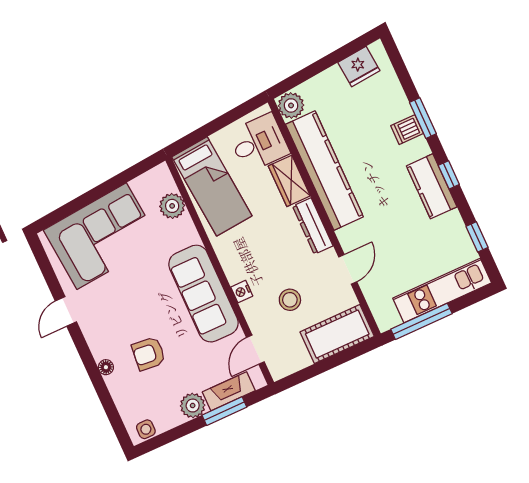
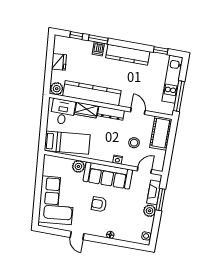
fridge: (359, 67) -> (59, 62), moved
window: (449, 175) -> (76, 35), moved
kitchen counter: (432, 186) -> (128, 55), width x1.50
plant: (172, 206) -> (78, 166), moved
door: (255, 350) -> (144, 170), swing flipped
armchair: (149, 354) -> (99, 204), moved, turned 84

